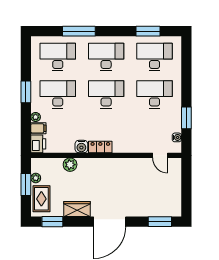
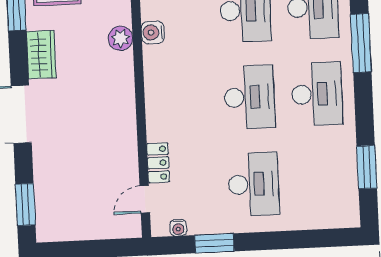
desk: (154, 57) -> (321, 181), removed
water cooler: (81, 147) -> (153, 32), moved
locker: (100, 147) -> (158, 163), moved

